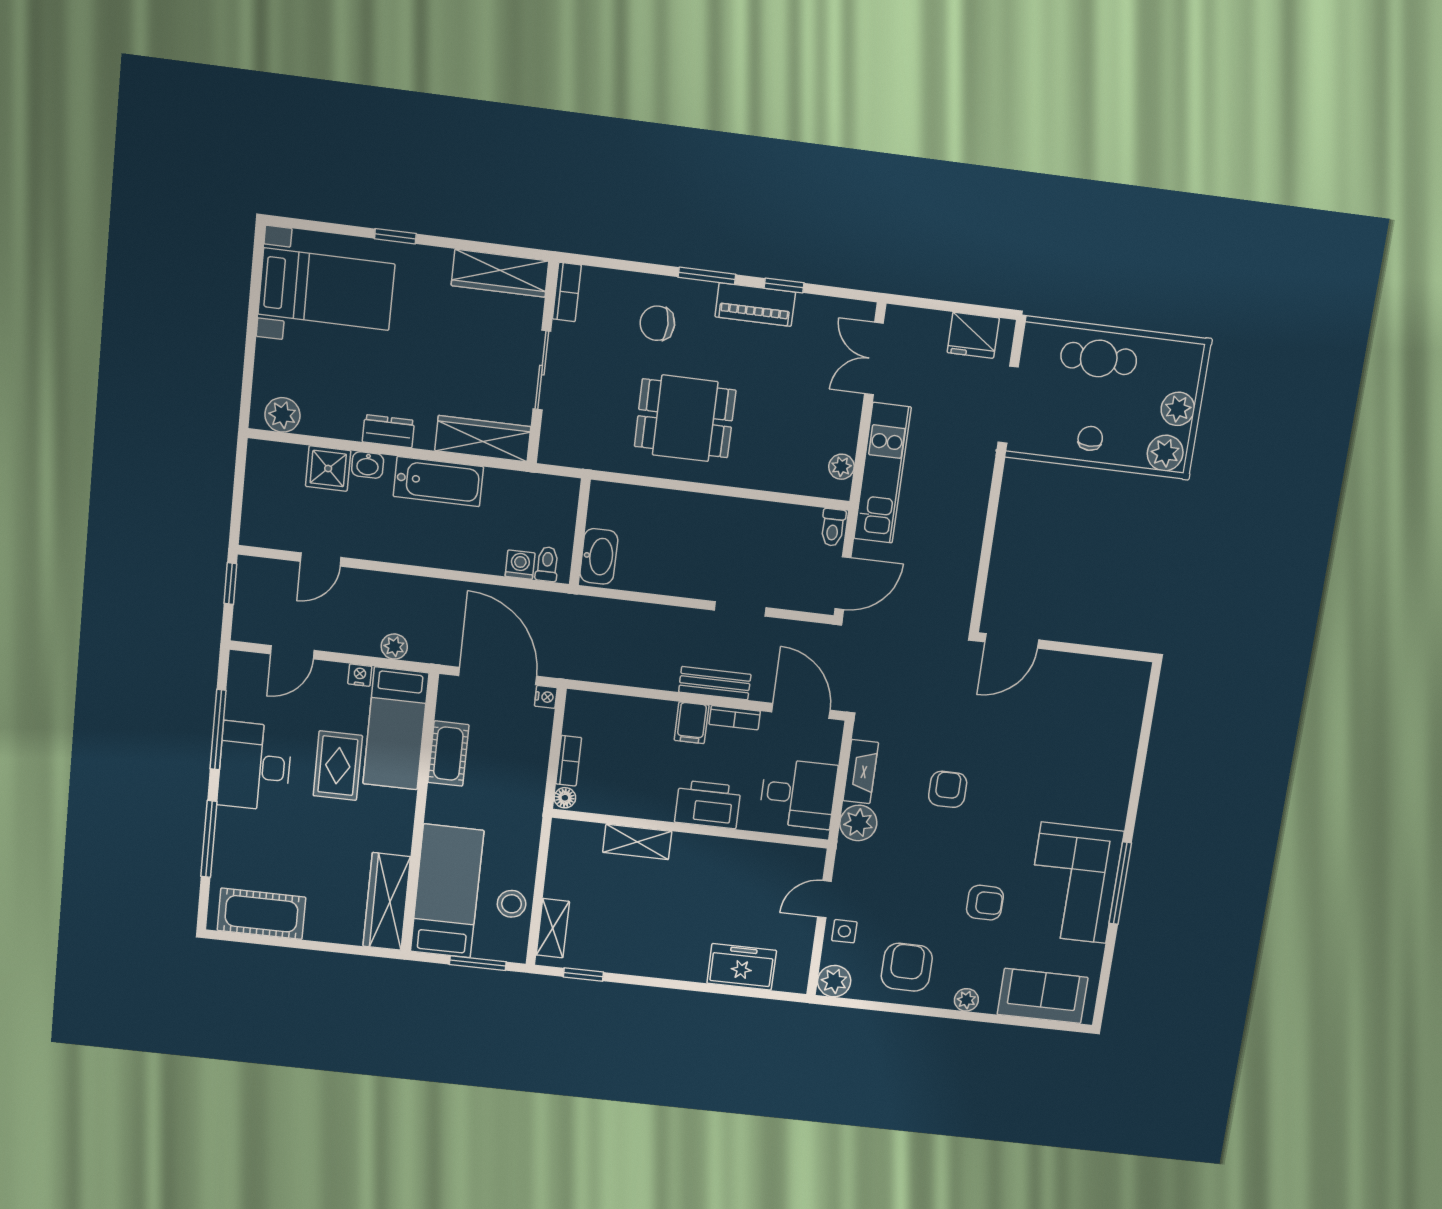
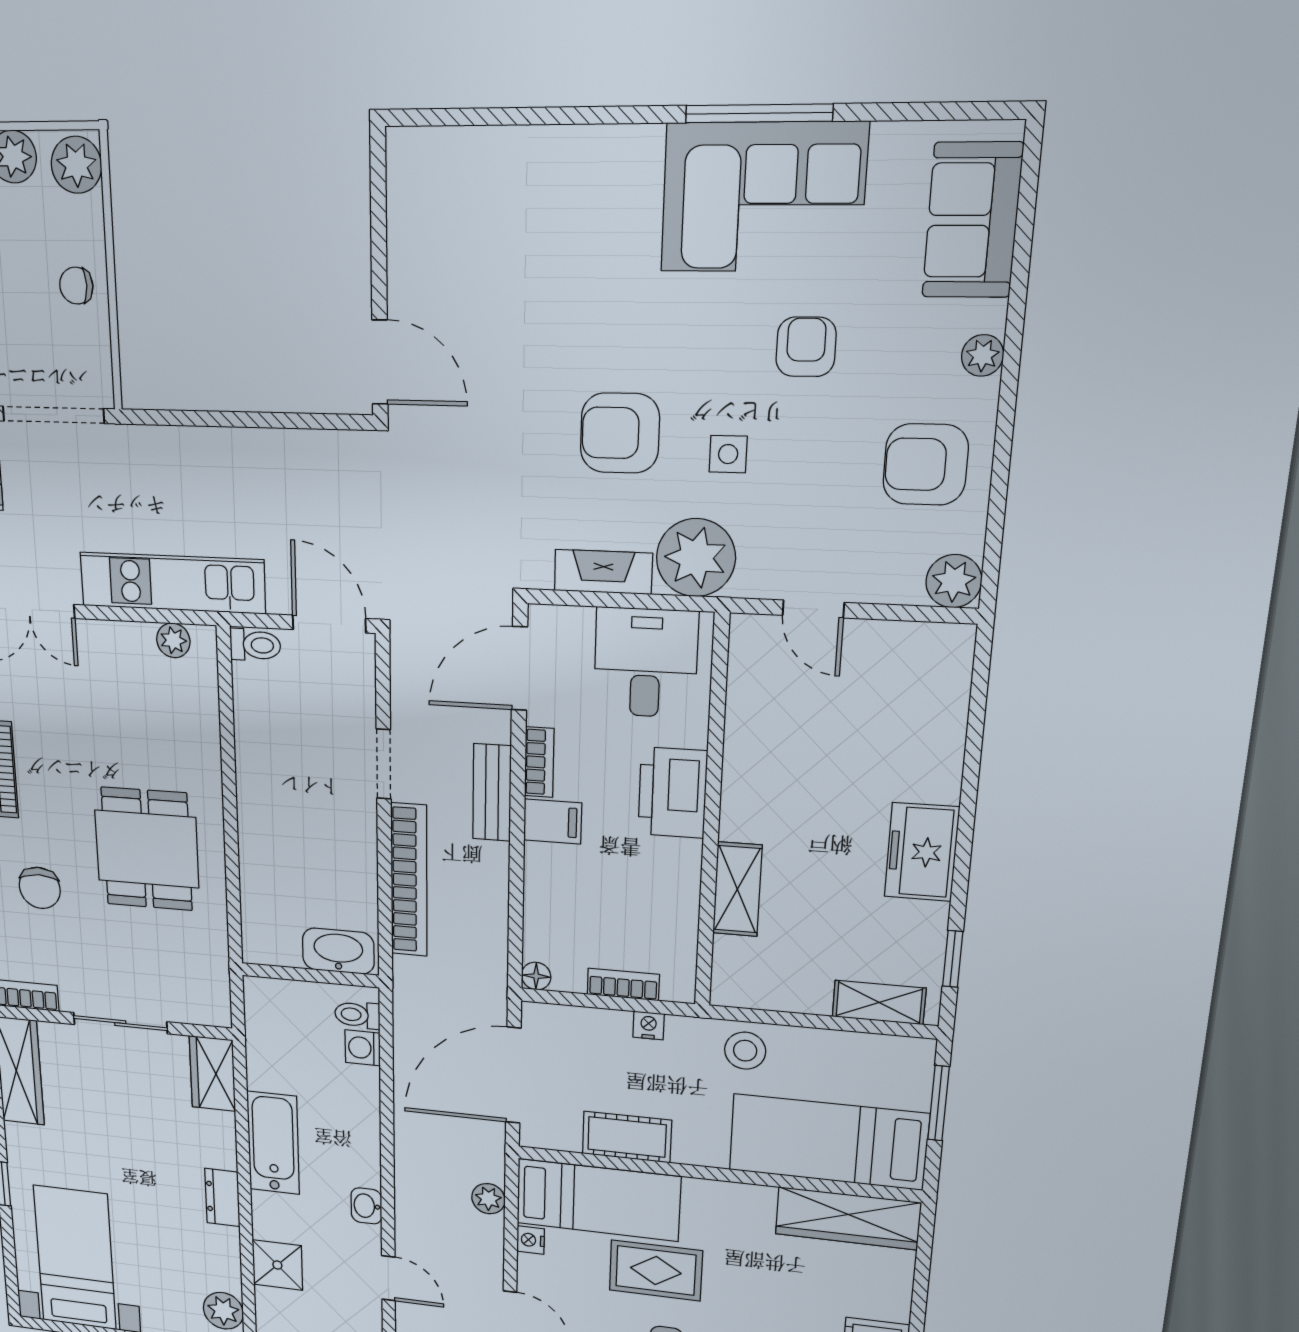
wardrobe: (483, 439) -> (212, 1074), width x0.67
washbasin: (368, 465) -> (366, 1206), moved, turned 180
bookcase: (653, 616) -> (409, 880), added
nightstand: (546, 697) -> (649, 1025), moved
armchair: (948, 789) -> (620, 433), width x1.38, depth x1.38
floor lamp: (565, 798) -> (536, 976), moved
plant: (858, 823) -> (696, 558), width x1.36, depth x1.36
stool: (512, 904) -> (745, 1051), moved
side table: (844, 931) -> (728, 454), moved
freezer: (742, 967) -> (922, 852), moved

